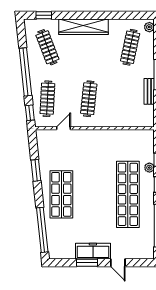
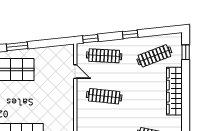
window: (25, 72) -> (130, 34), width x0.32
window: (36, 170) -> (17, 46), moved

